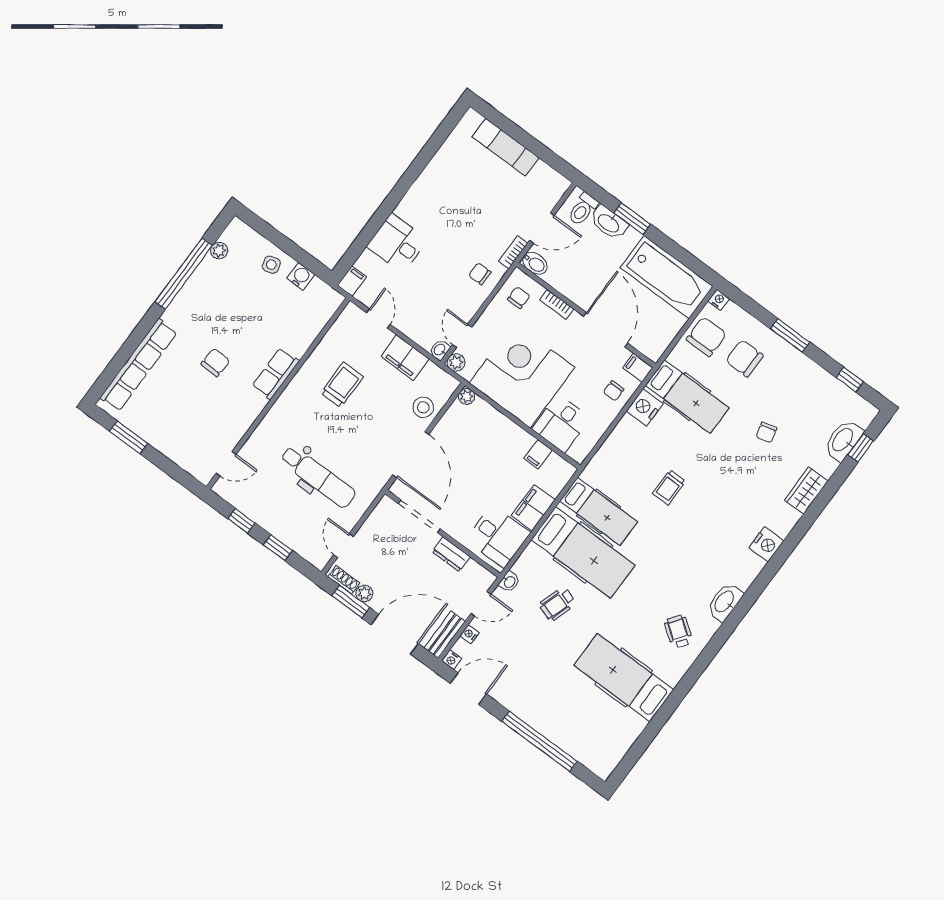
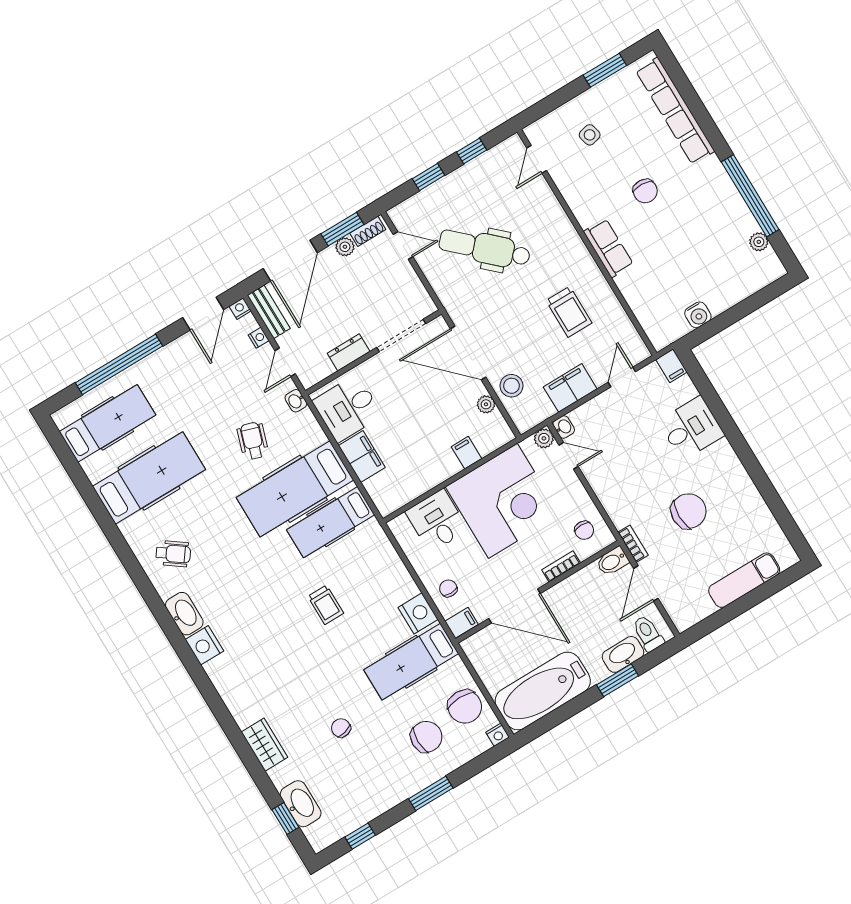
side table: (271, 265) -> (590, 135), moved
chair: (480, 274) -> (689, 511), moved, width x1.87, depth x1.87
door: (378, 319) -> (622, 377), swing flipped
plant: (467, 396) -> (486, 404), moved
filing cabinet: (538, 454) -> (467, 453), moved
dental chair: (318, 477) -> (485, 248), turned 43
trolley: (669, 487) -> (326, 605), turned 180
nightstand: (766, 544) -> (204, 645), moved
hospital bed: (592, 731) -> (108, 423), added

